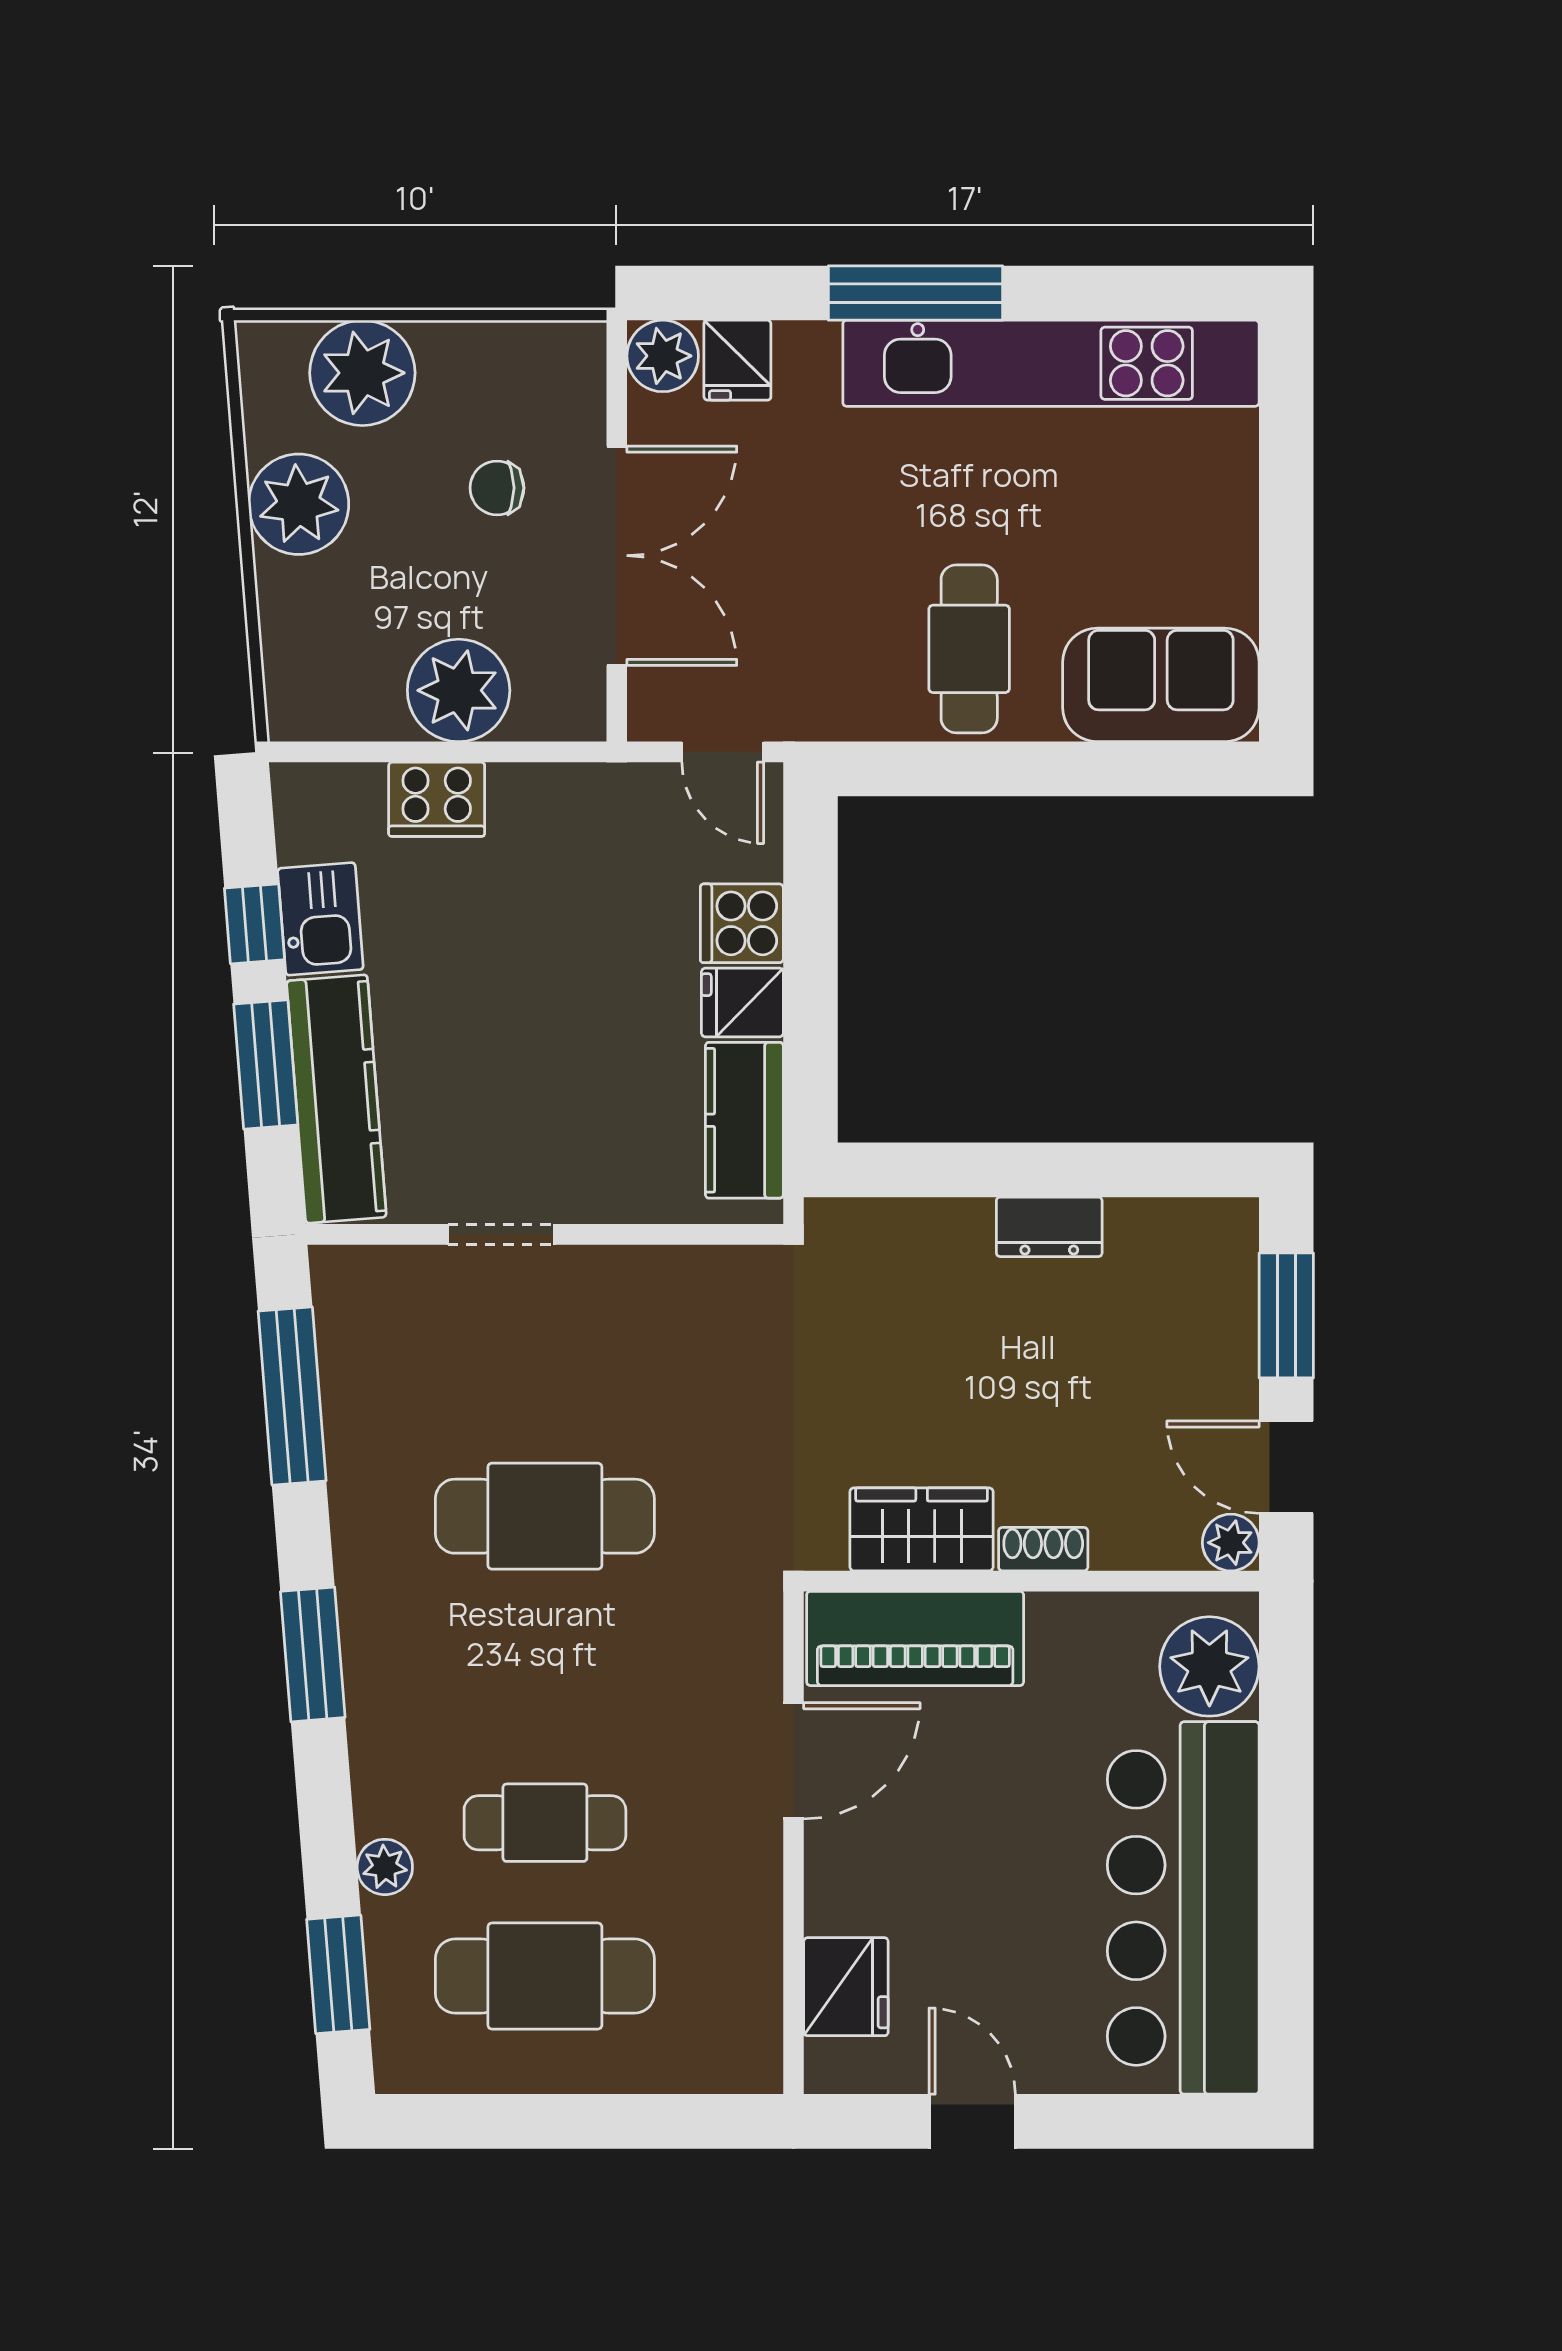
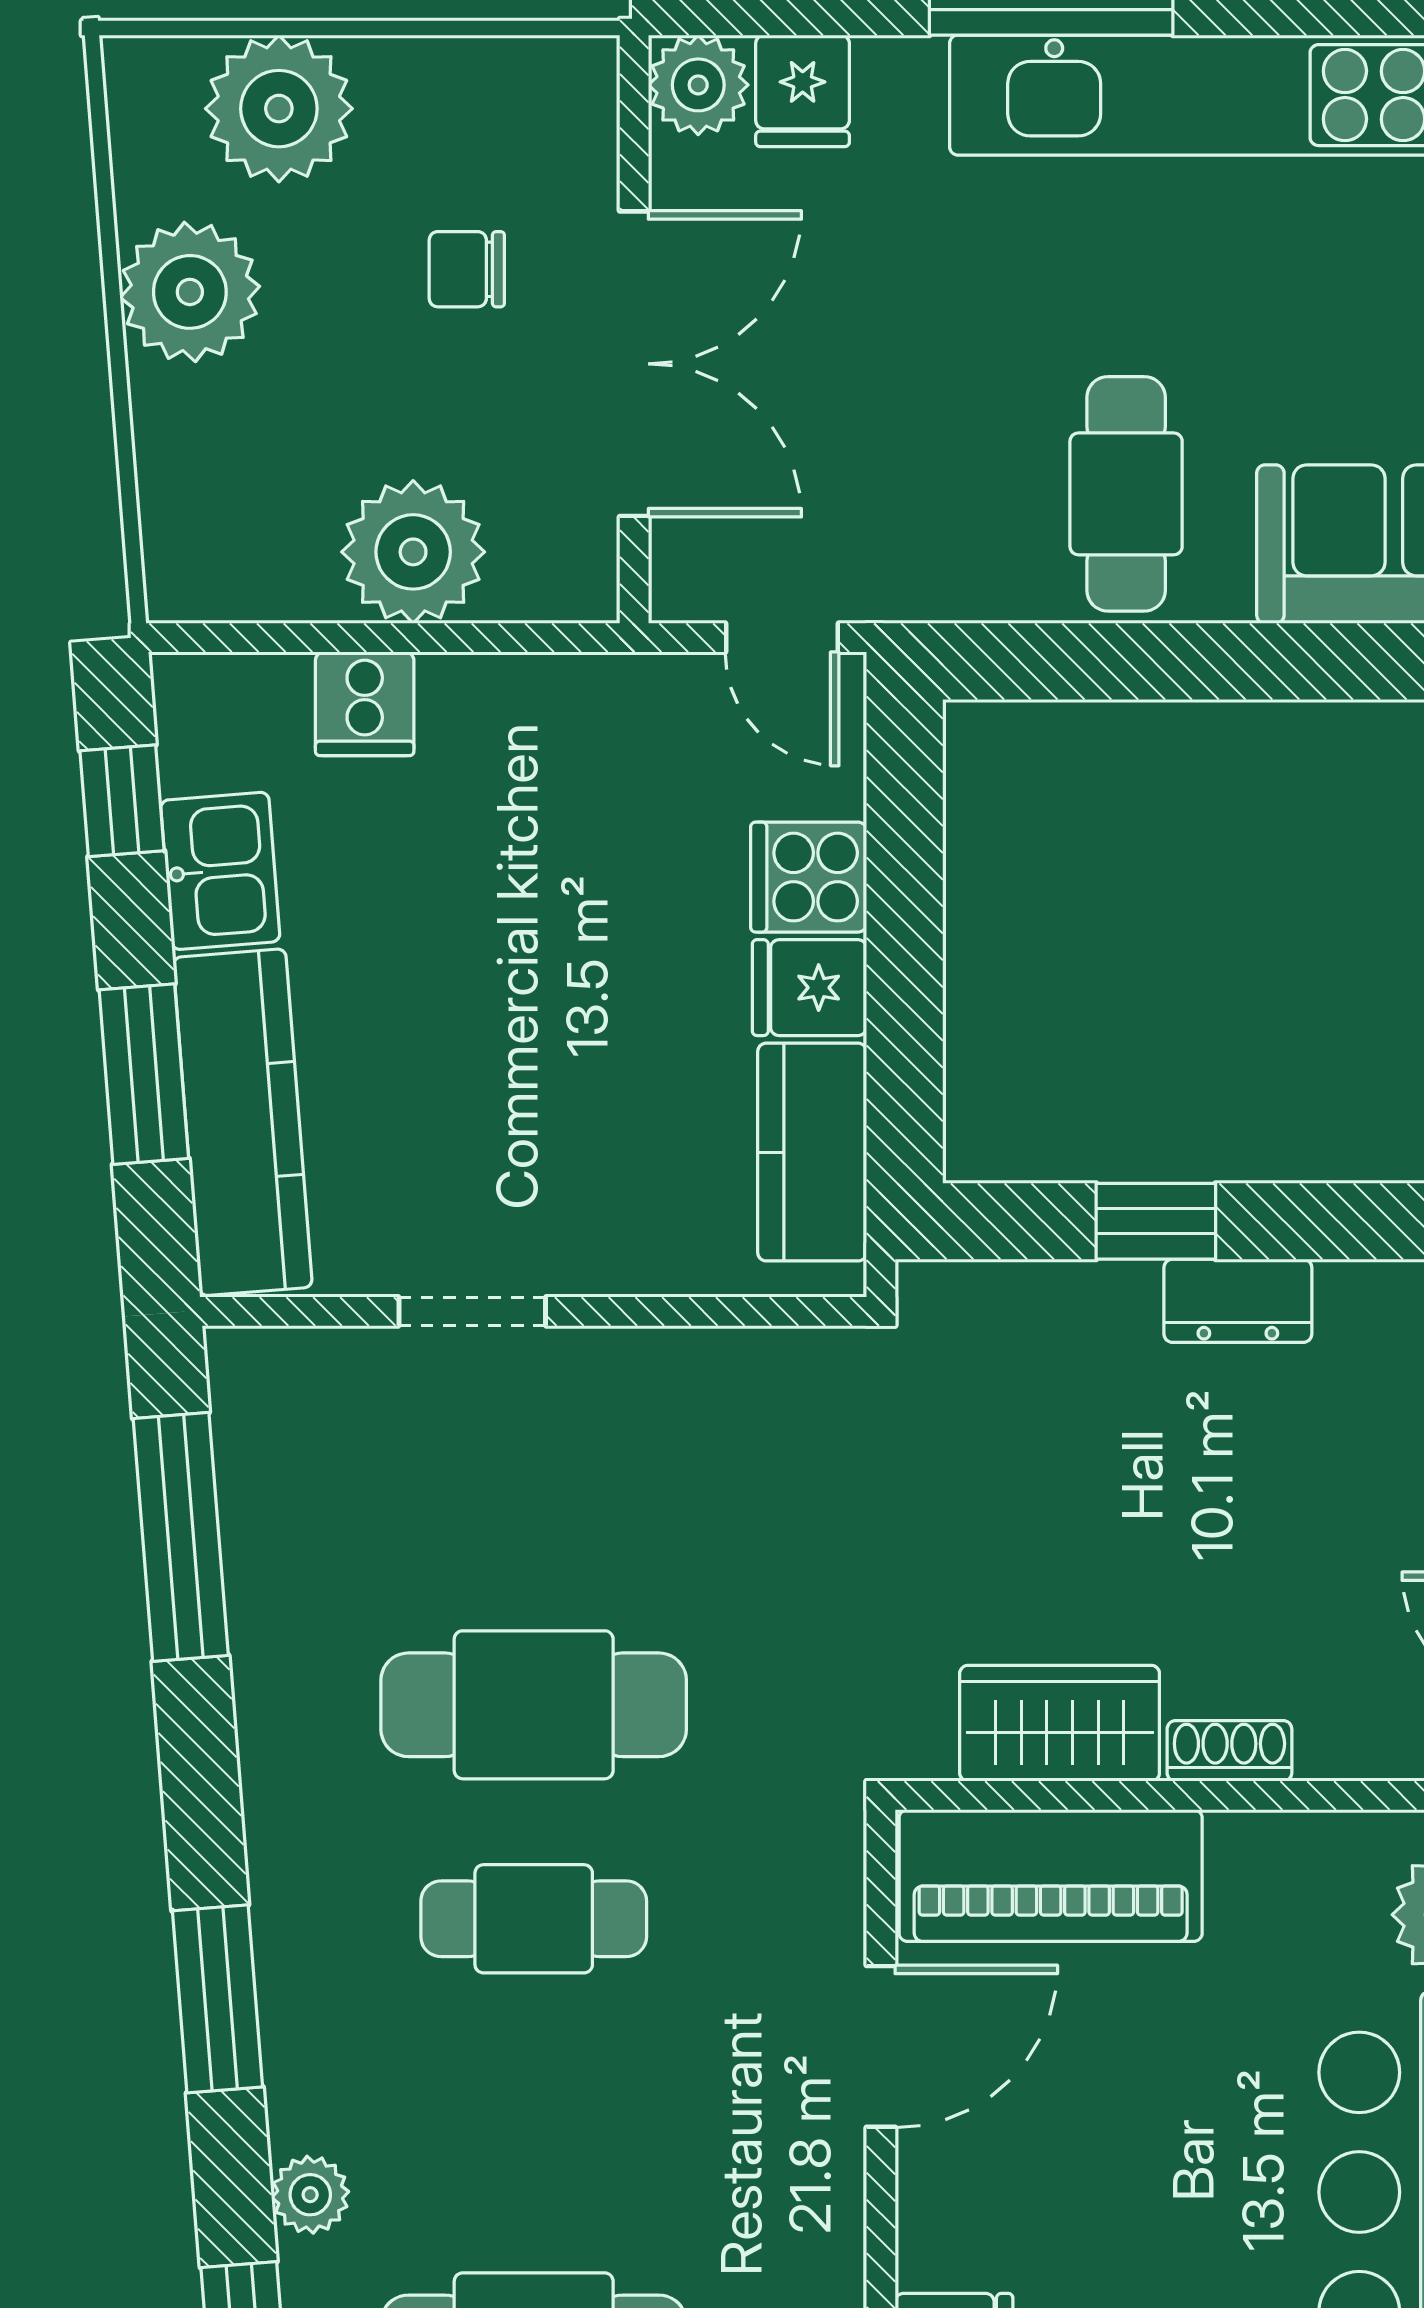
cooker: (437, 799) -> (365, 704), width x0.73
window: (254, 924) -> (122, 801), moved
window: (991, 1170) -> (1156, 1221), added
window: (313, 1654) -> (218, 1999), moved
cafe table: (545, 1823) -> (534, 1919), moved

